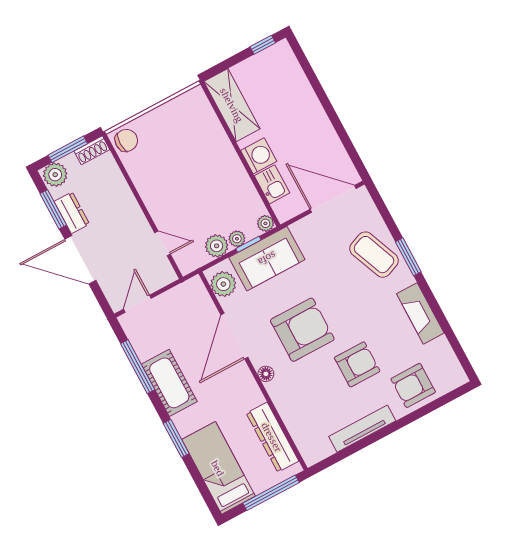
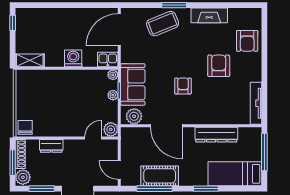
shelving: (232, 105) -> (30, 60), width x0.67, depth x0.75
shoe rack: (92, 150) -> (20, 154), width x1.43
kitchen sink: (272, 184) -> (108, 59), moved
dresser: (72, 213) -> (51, 146), moved, turned 180
plant: (217, 246) -> (111, 129), moved
armchair: (302, 330) -> (183, 86), width x0.53, depth x0.53
floor lamp: (266, 374) -> (197, 119), removed
cot: (169, 383) -> (160, 176), moved
tv unit: (362, 429) -> (256, 103), moved
dresser: (272, 437) -> (216, 135), moved

